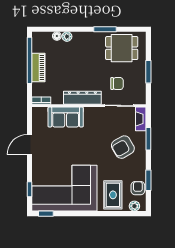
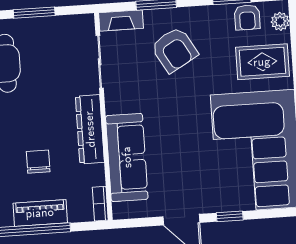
chair: (117, 84) -> (38, 162), moved
sofa: (66, 117) -> (127, 157), width x1.36
armchair: (138, 188) -> (247, 17), turned -90
window: (30, 189) -> (230, 216), moved

